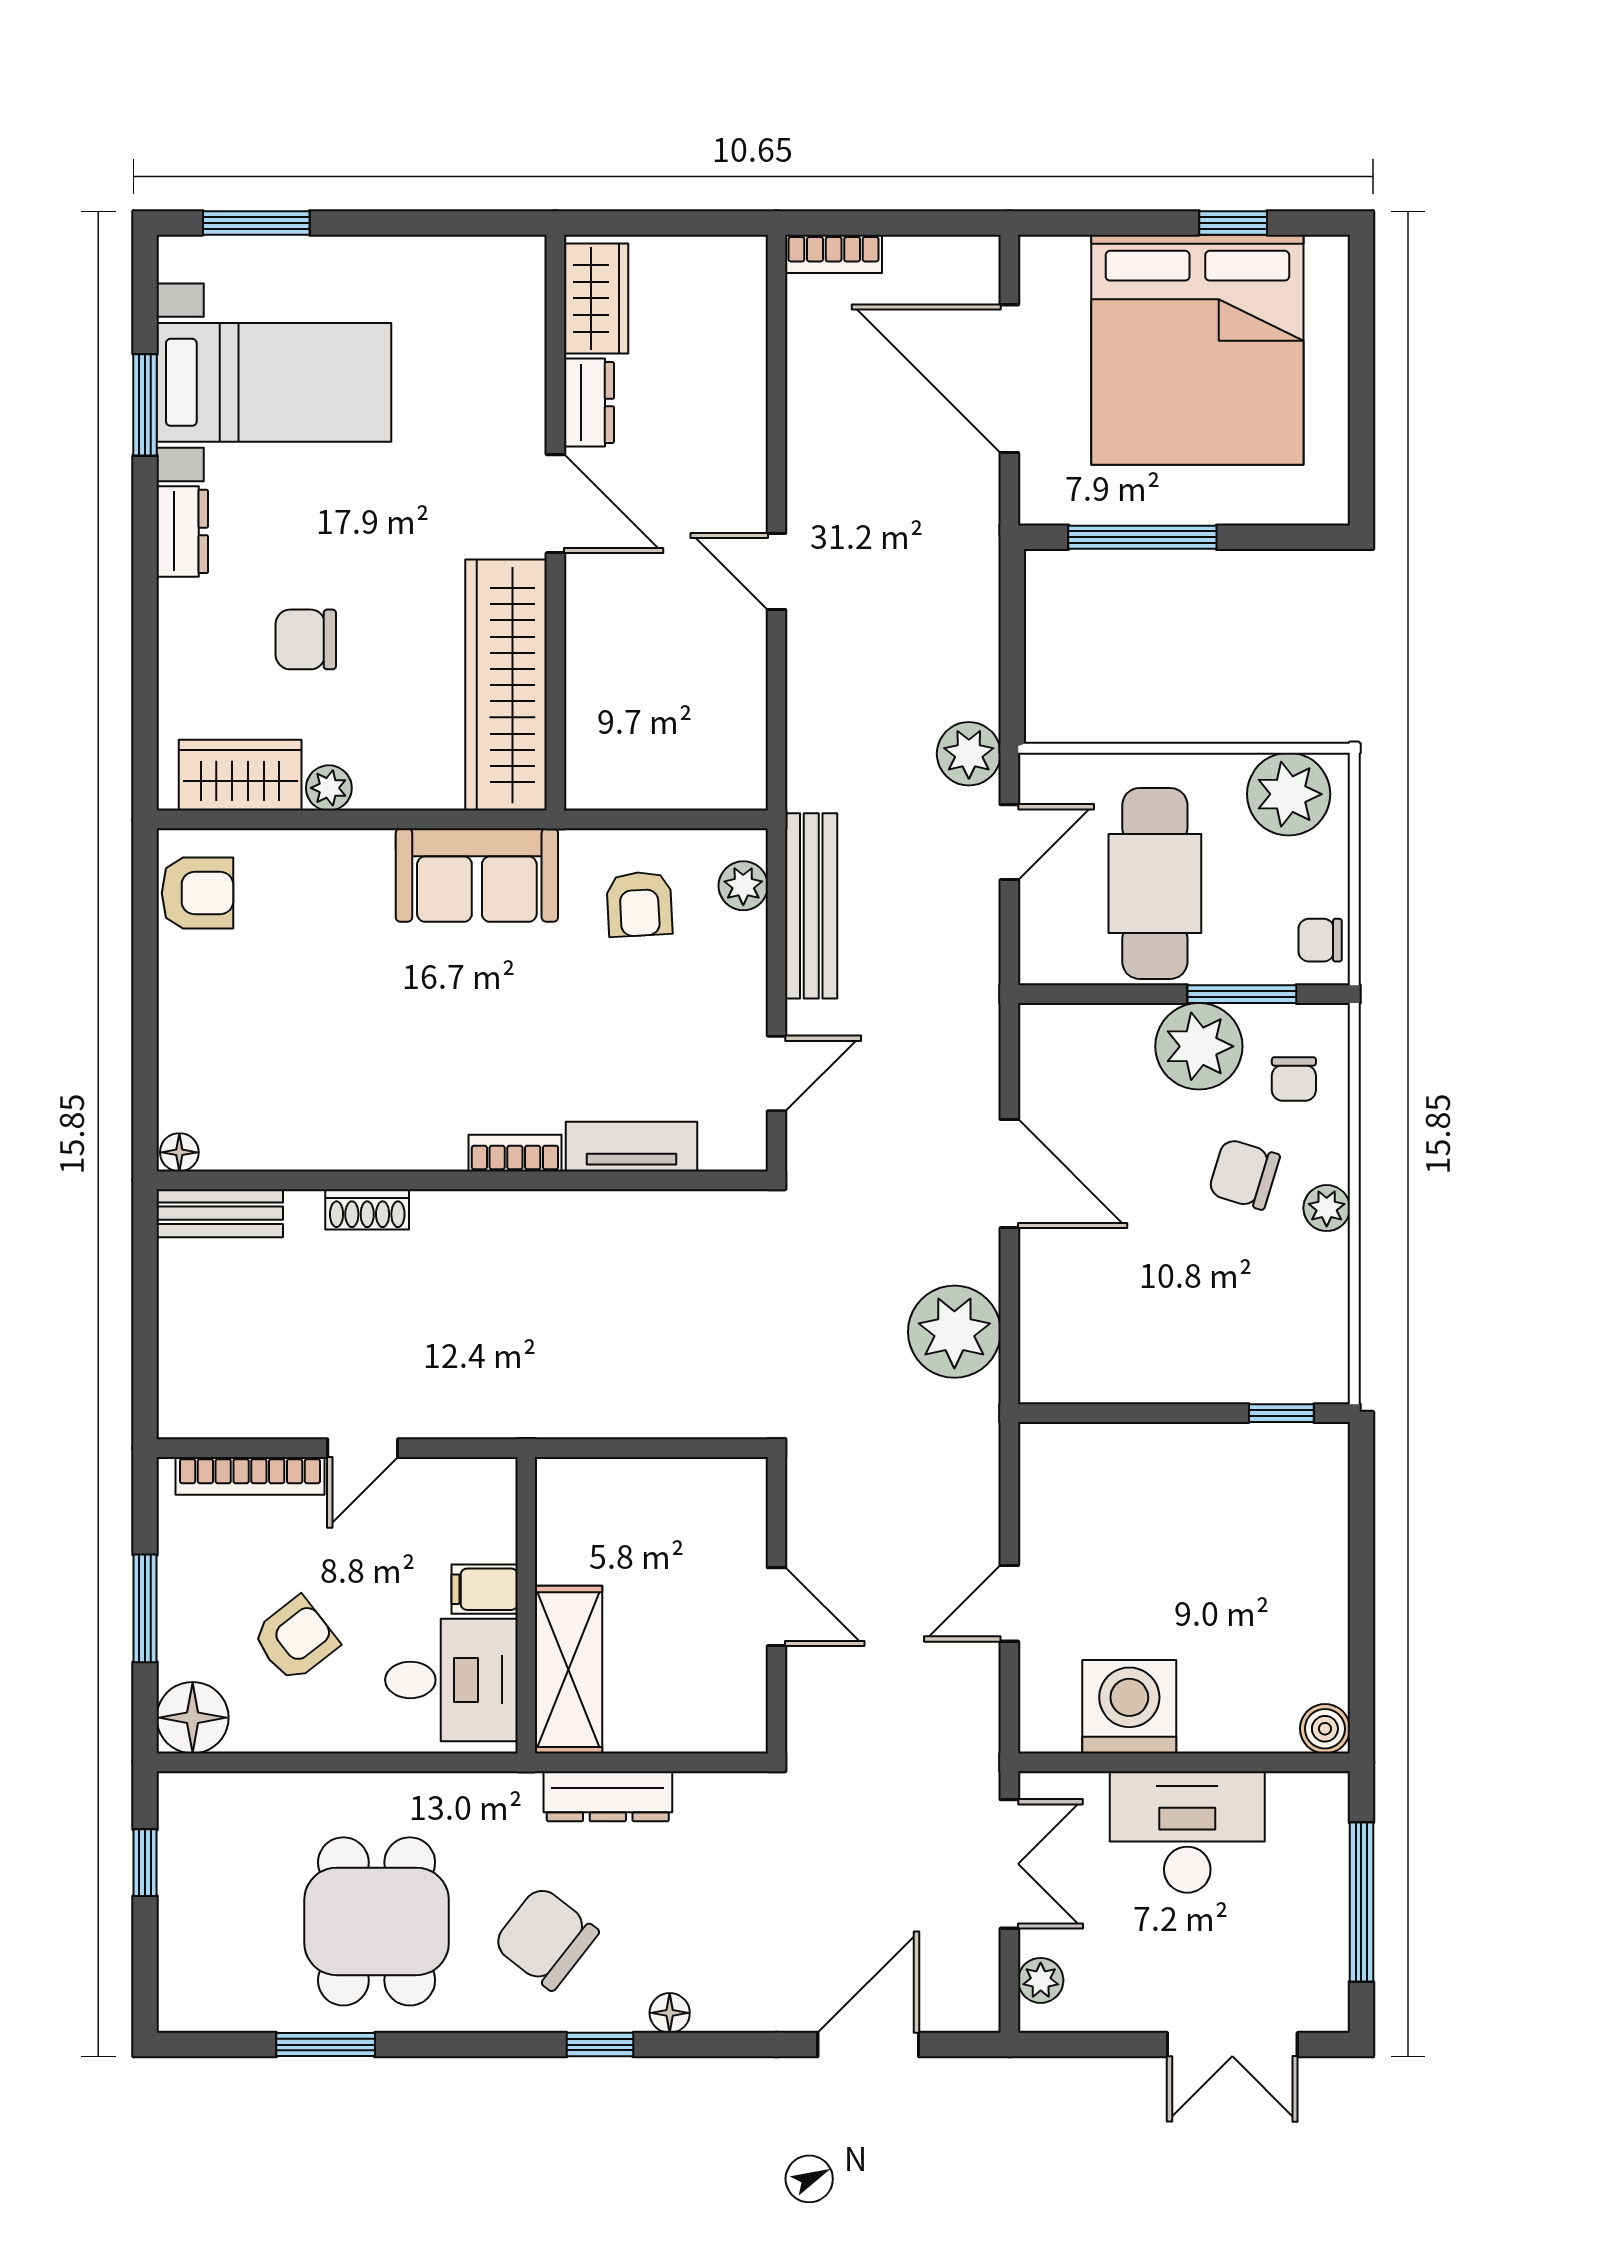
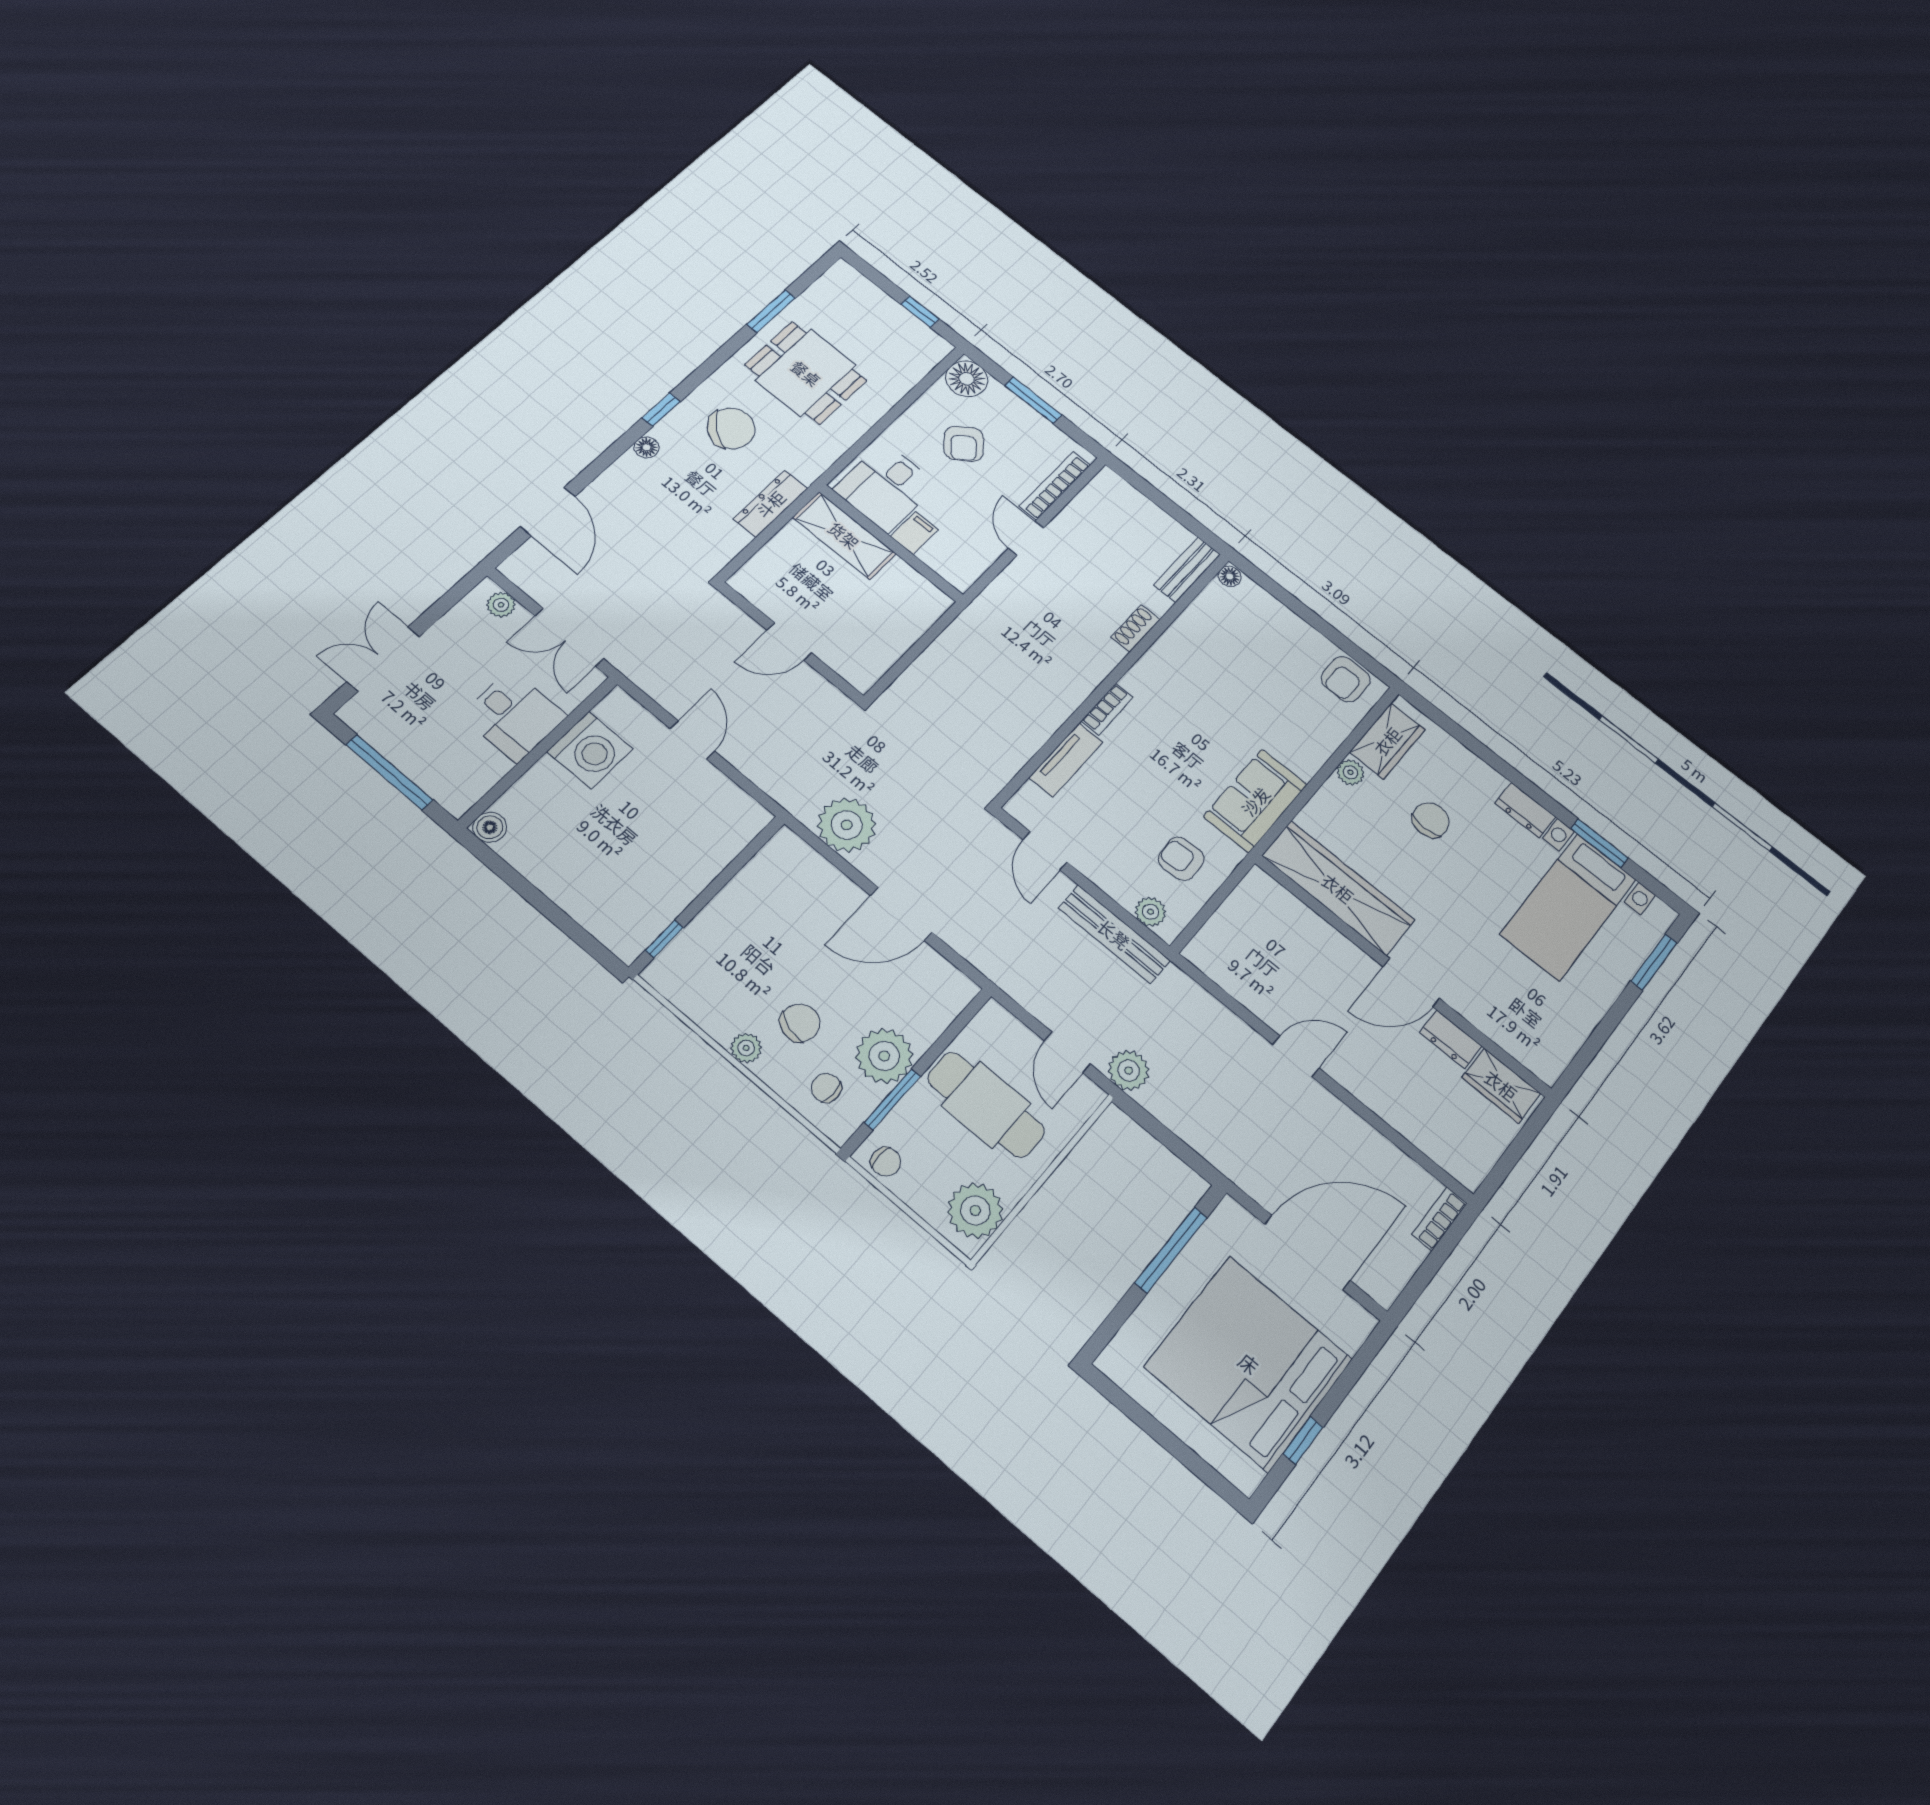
chair: (1320, 940) -> (886, 1162), turned 90
desk: (1187, 1832) -> (514, 716), width x0.73

